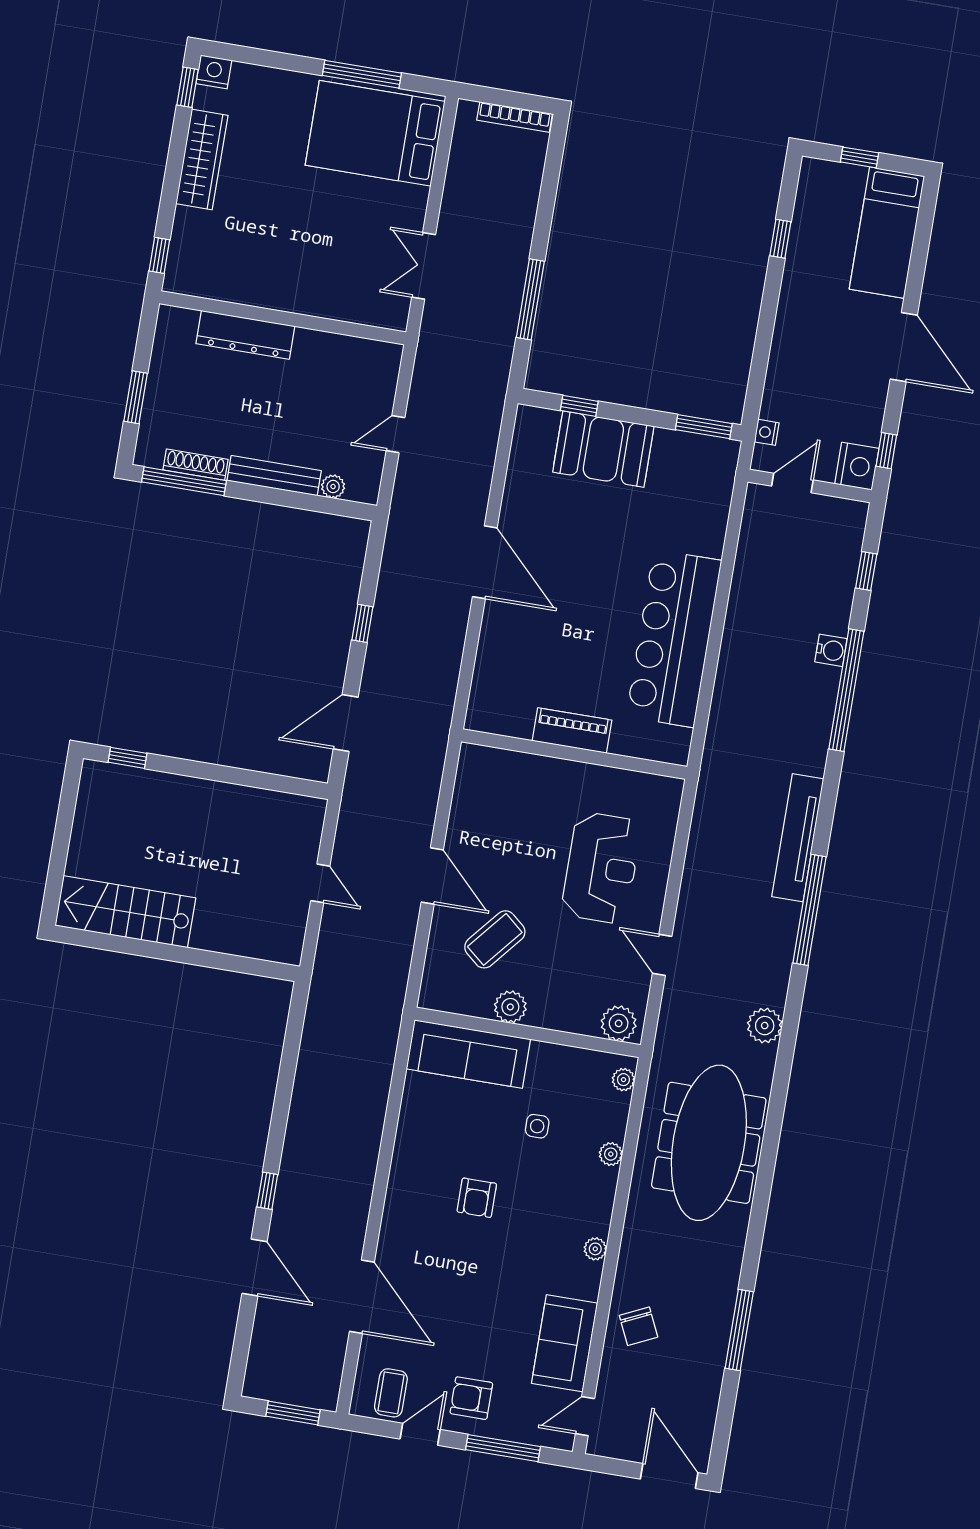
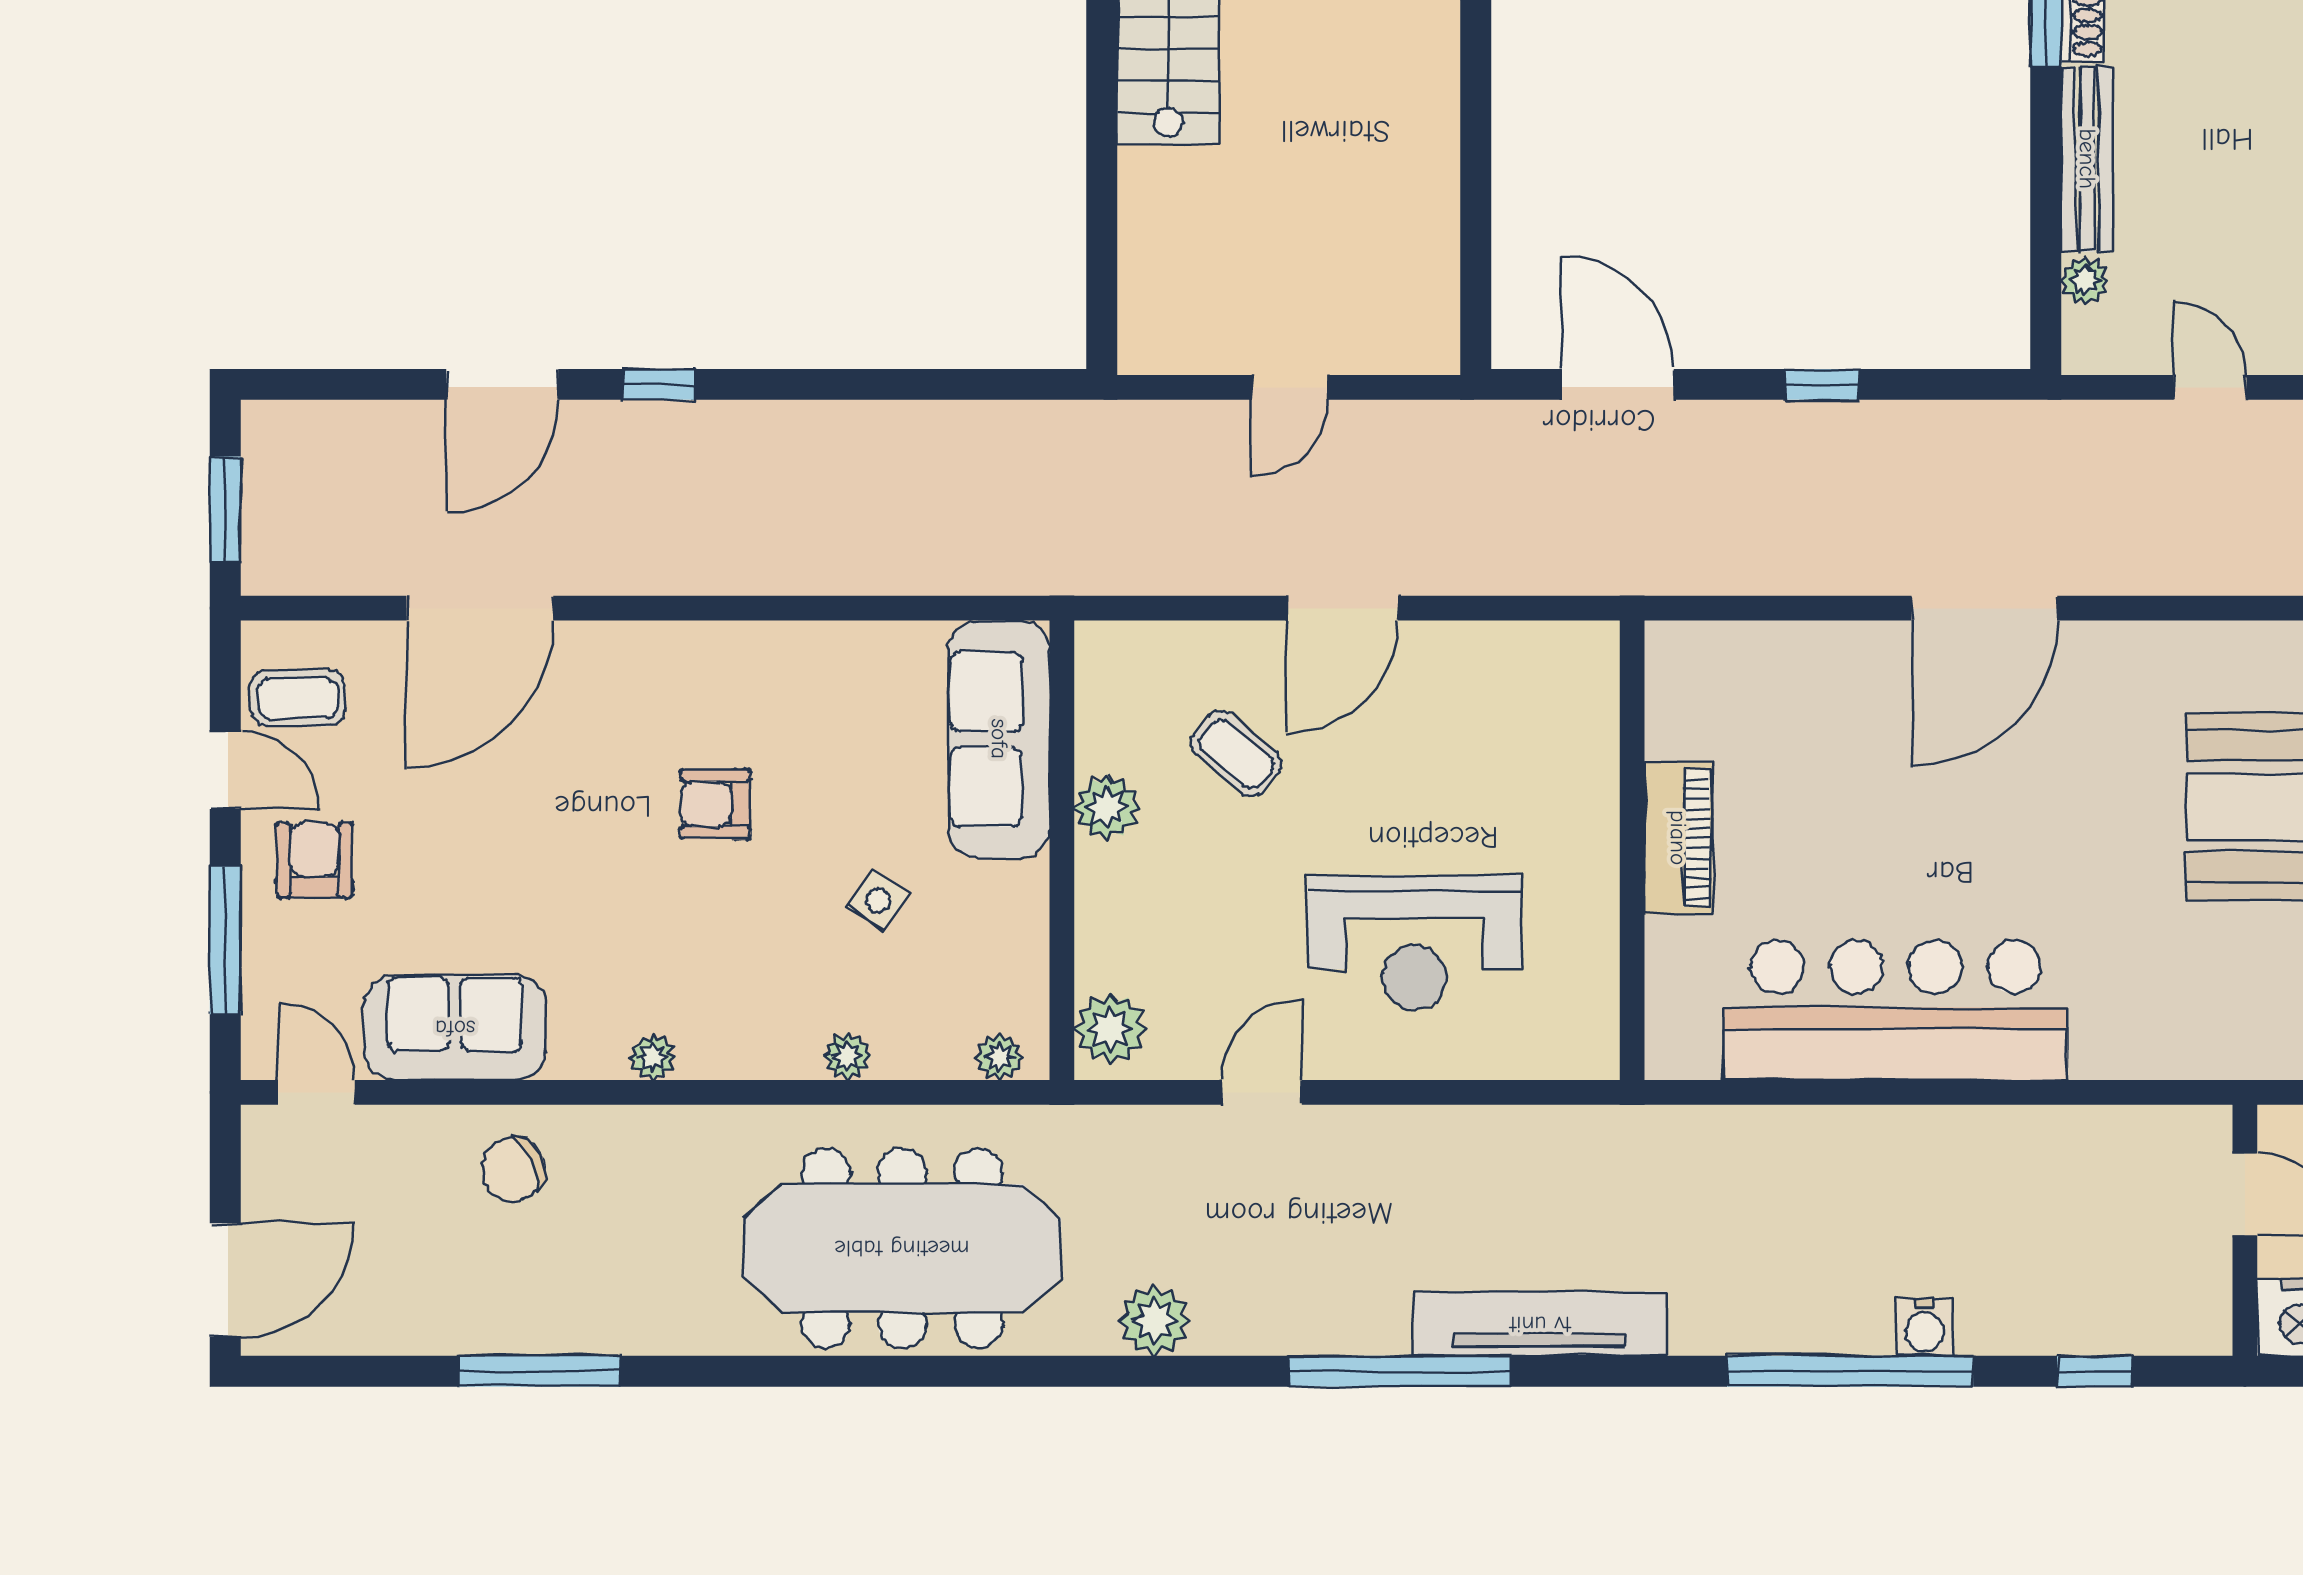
coffee table: (495, 939) -> (1236, 754), width x0.73, depth x0.77
side table: (537, 1126) -> (878, 901), turned 34

